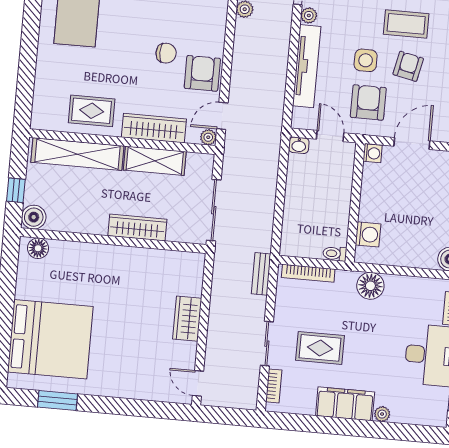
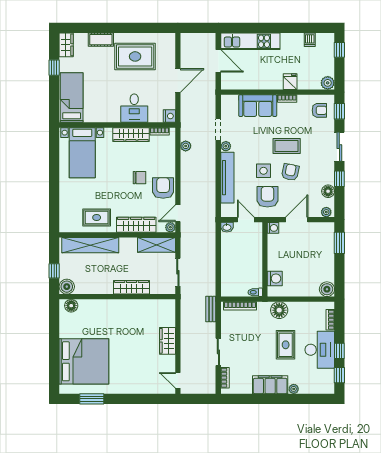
shelving: (155, 161) -> (156, 245), moved
sliding door: (214, 210) -> (178, 272), width x0.73
rug: (320, 348) -> (286, 345), moved, turned 90

